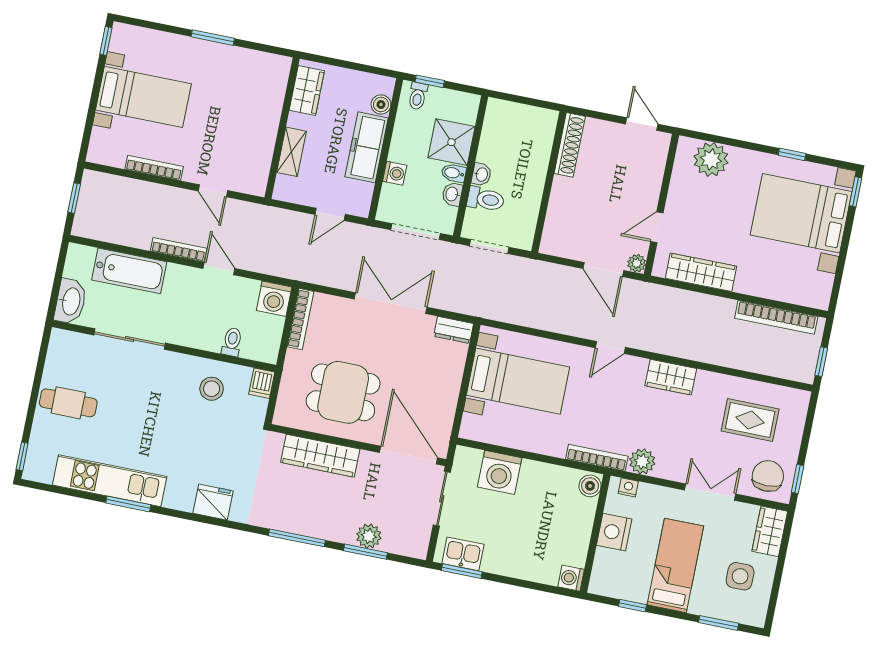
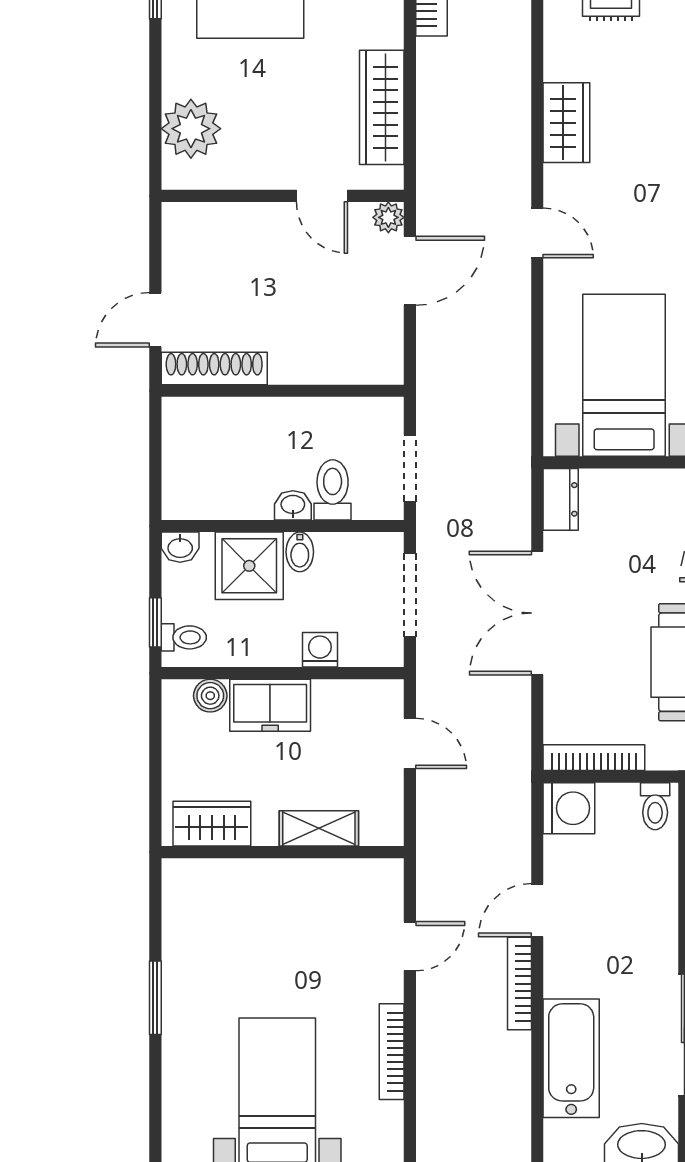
door: (642, 124) -> (155, 320), moved
freezer: (367, 147) -> (270, 705), width x0.71
washbasin: (452, 194) -> (180, 547), moved
toilet: (232, 342) -> (655, 806), moved, turned -90

